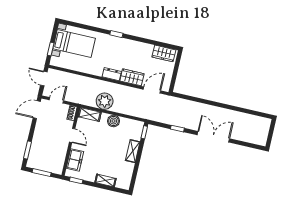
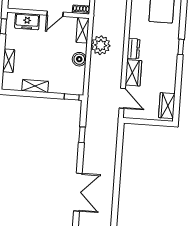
double door: (213, 137) -> (78, 192), moved
shelving: (133, 151) -> (35, 86), moved

